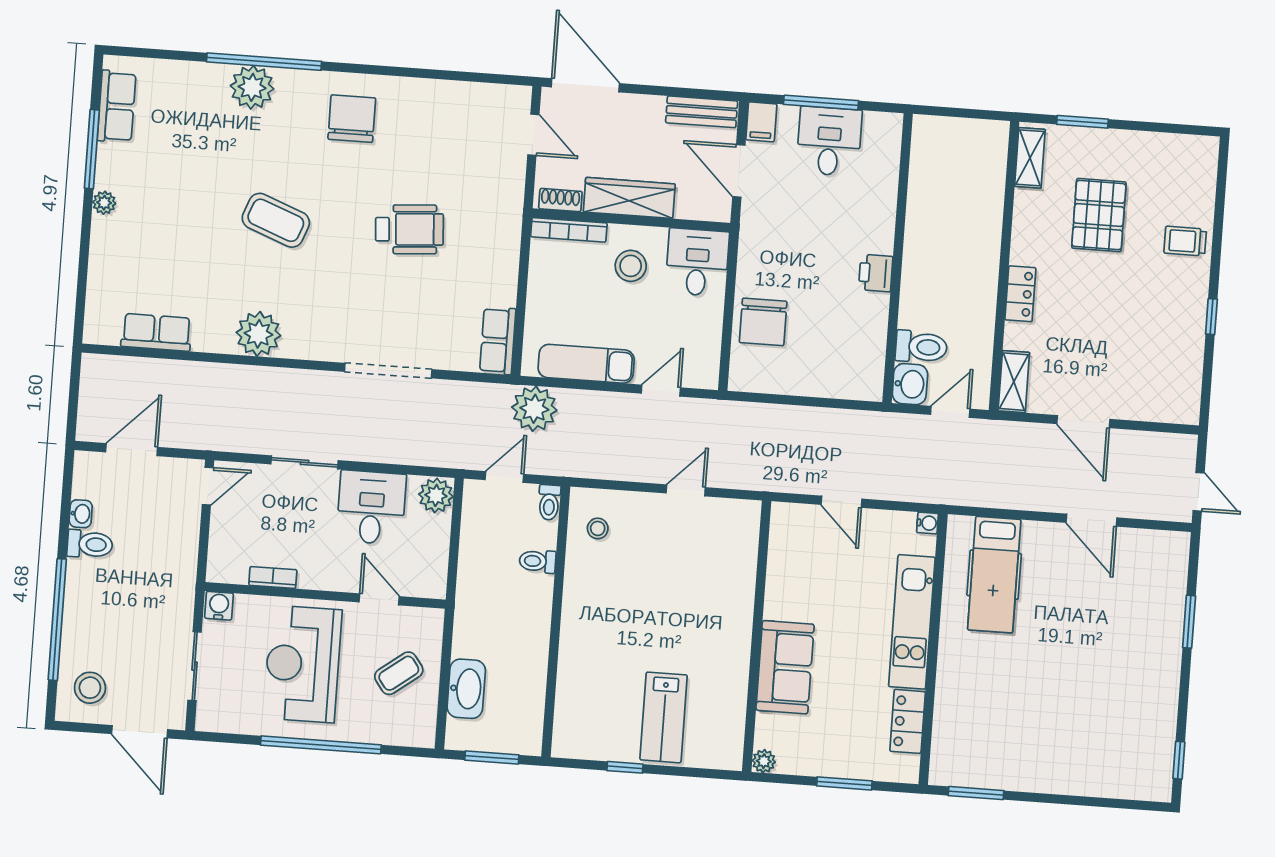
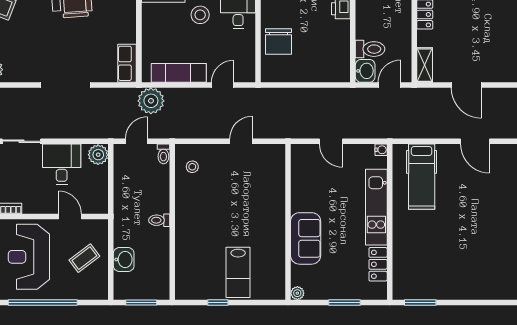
toilet: (538, 561) -> (159, 220), moved
washbasin: (466, 689) -> (124, 260), width x0.72

